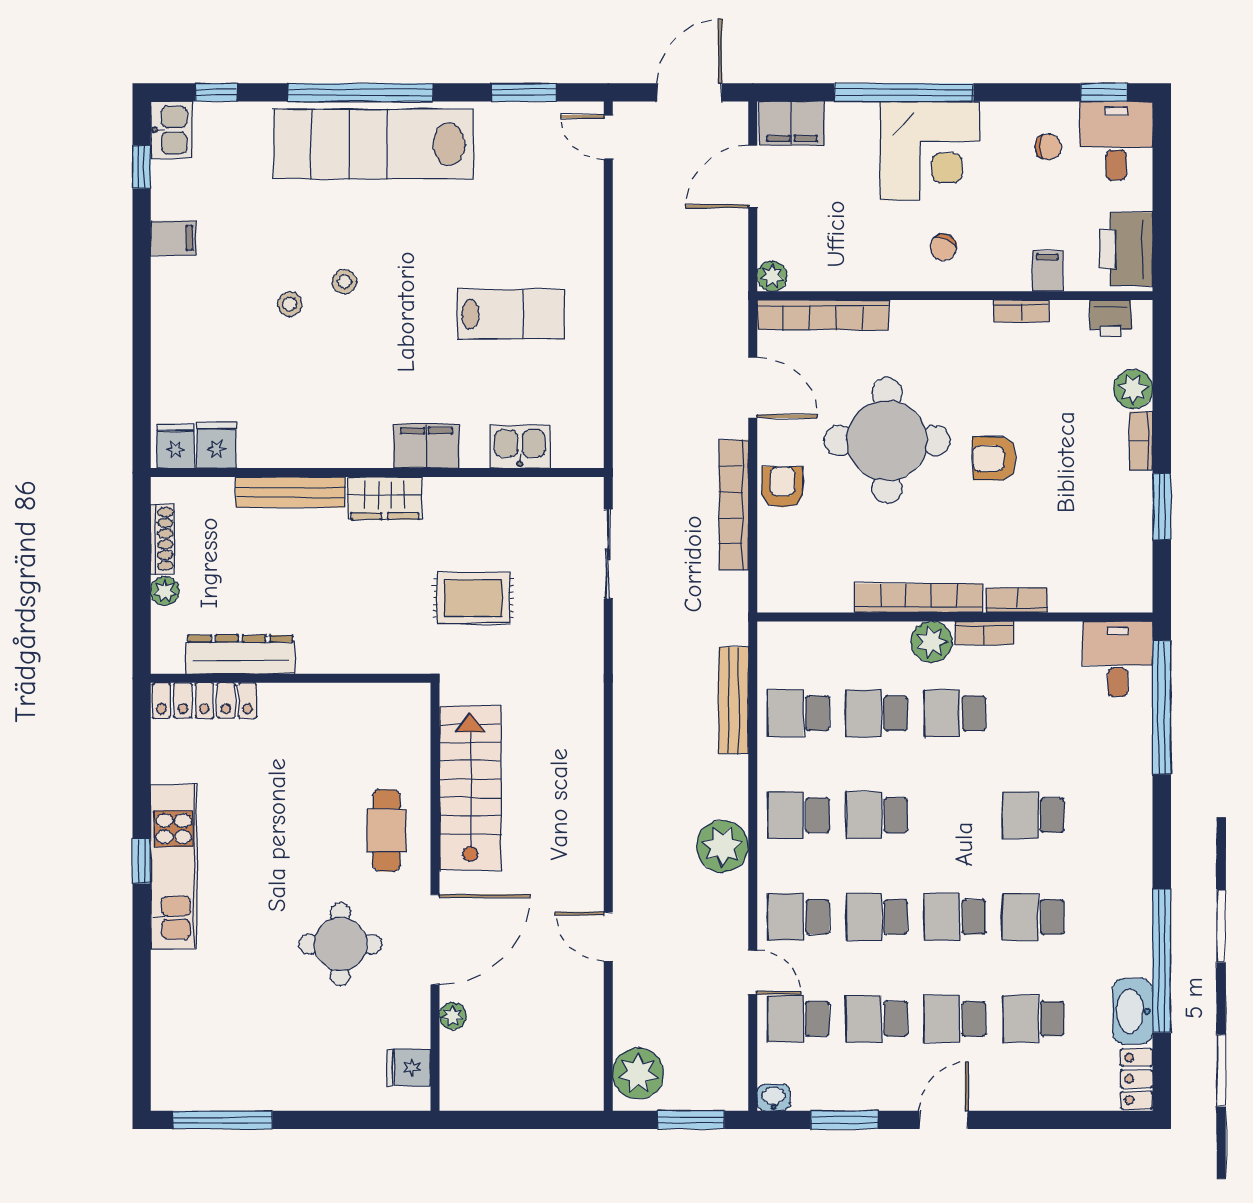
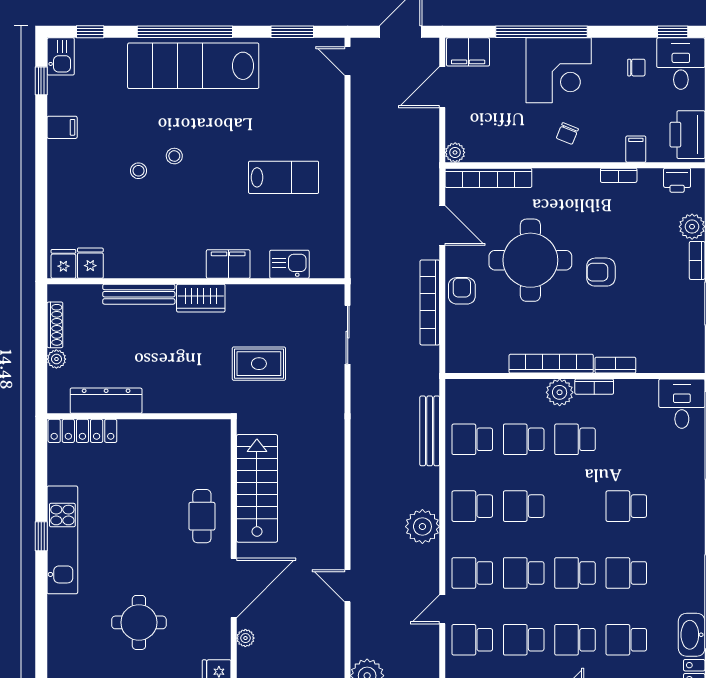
round table: (340, 944) -> (139, 622), moved
door: (753, 972) -> (442, 609), swing flipped

